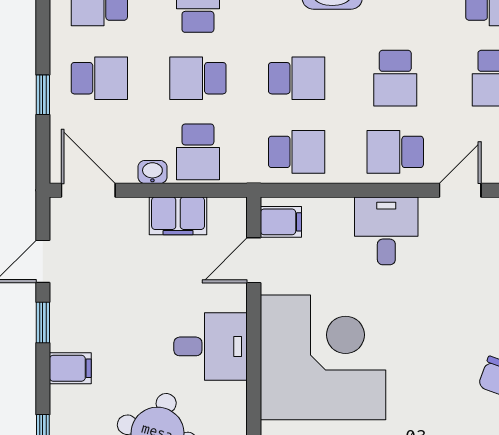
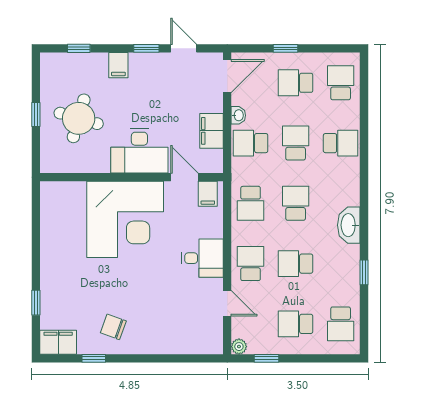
school desk: (99, 78) -> (296, 83), turned 90
school desk: (297, 78) -> (296, 203), turned 180
desk: (211, 346) -> (139, 151), width x1.37

